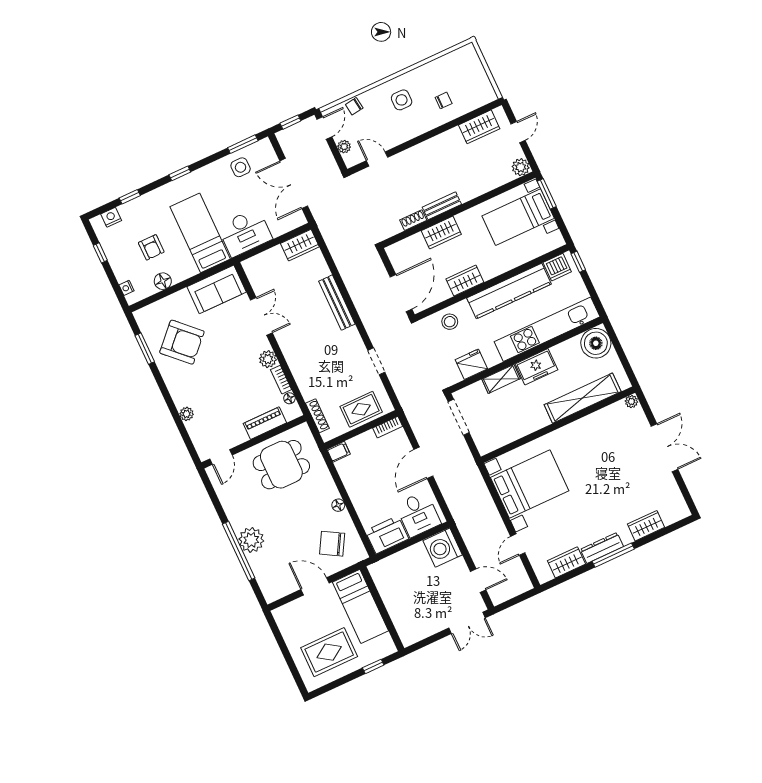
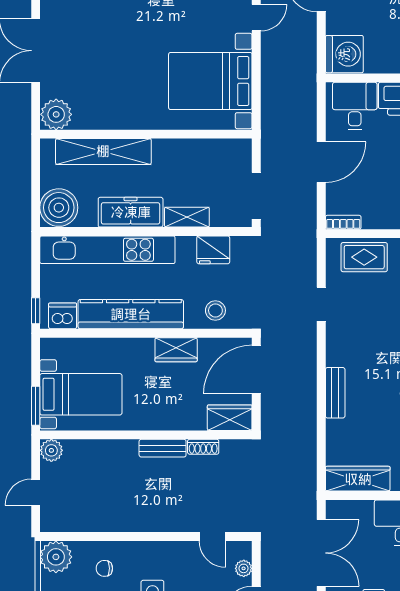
plant: (482, 93) -> (56, 557), added
wardrobe: (479, 127) -> (77, 519), removed
wardrobe: (441, 232) -> (230, 418), moved
wardrobe: (300, 245) -> (358, 479), width x1.50
bench: (337, 303) -> (335, 393), width x0.73
freezer: (536, 367) -> (131, 212), width x1.40
plant: (631, 401) -> (56, 114), width x1.88, depth x1.88

